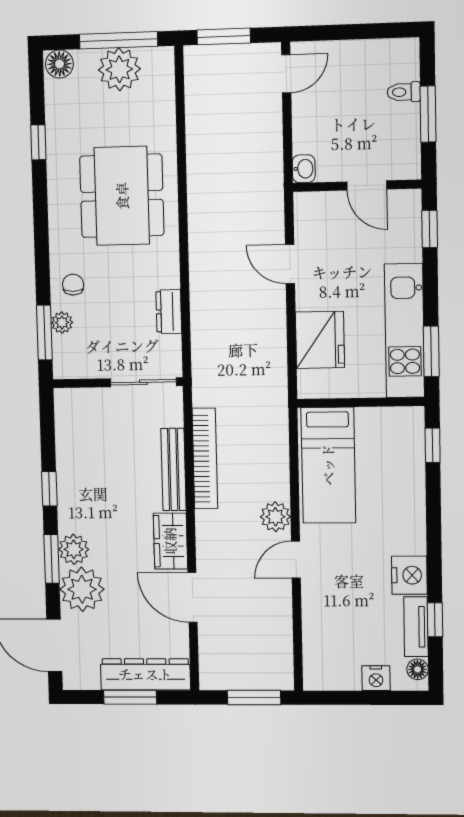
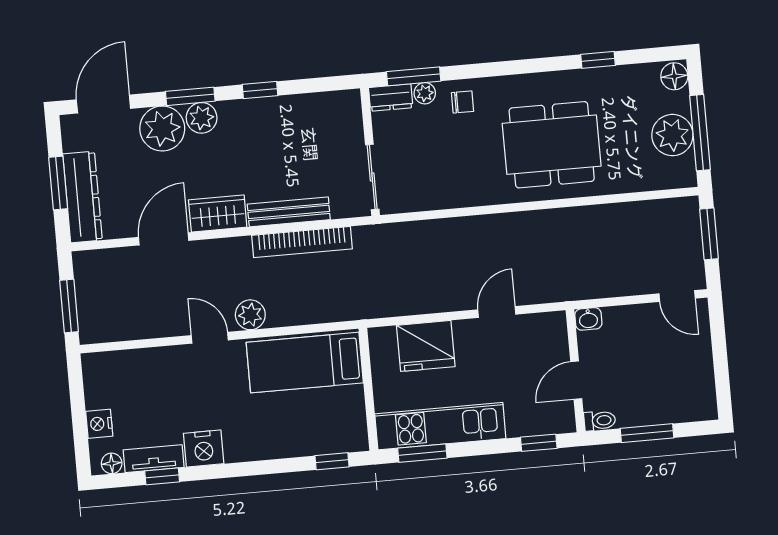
toilet: (404, 92) -> (600, 421), moved, turned 90
dresser: (169, 312) -> (391, 98), moved, turned 180

